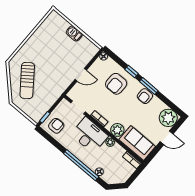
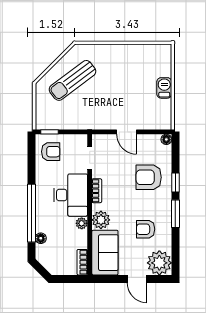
armchair: (145, 96) -> (146, 229), moved

